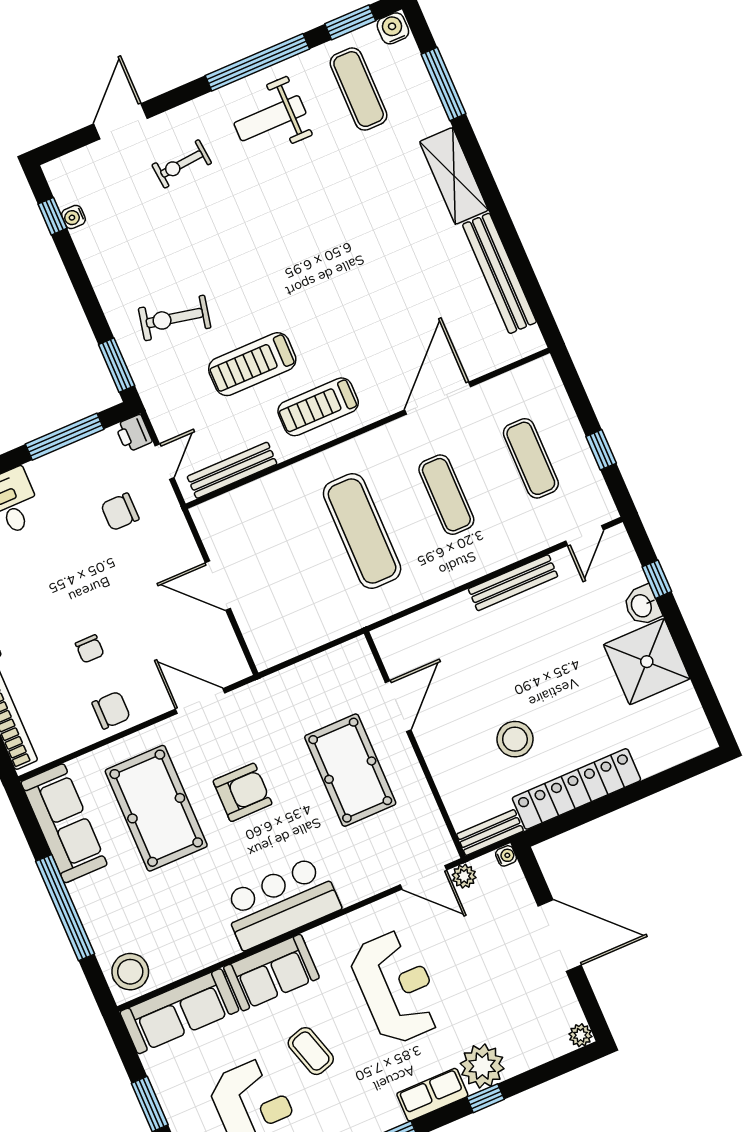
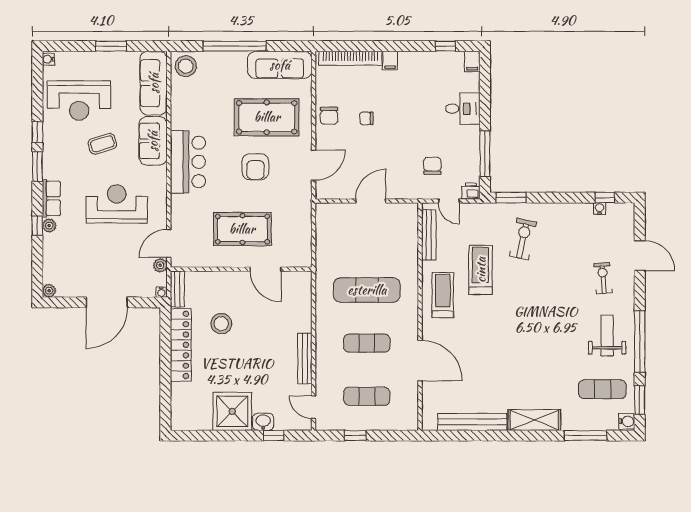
reception desk: (396, 987) -> (117, 204), turned 180
plant: (482, 1066) -> (49, 225), width x0.53, depth x0.53

